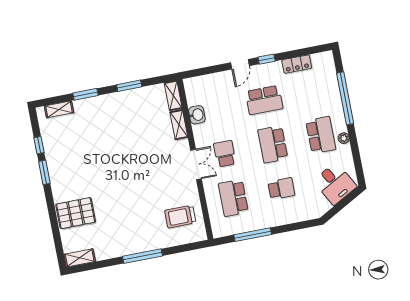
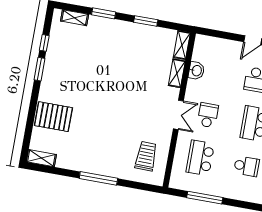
trolley: (180, 217) -> (146, 156), turned 91

